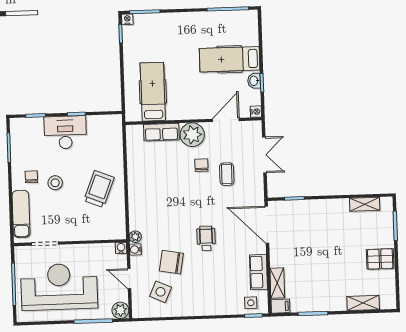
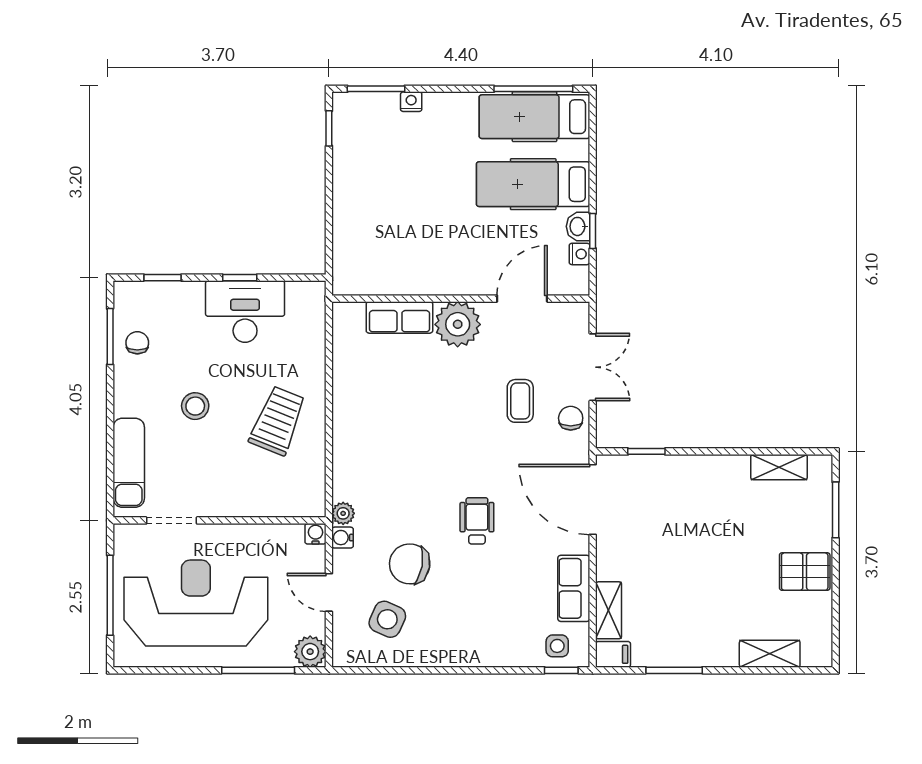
nightstand: (127, 19) -> (411, 102), moved
hospital bed: (153, 92) -> (535, 117), moved, turned -90
nightstand: (256, 112) -> (580, 254), moved
desk: (65, 132) -> (245, 312), moved
chair: (201, 165) -> (571, 418), moved
chair: (31, 177) -> (137, 343), moved

